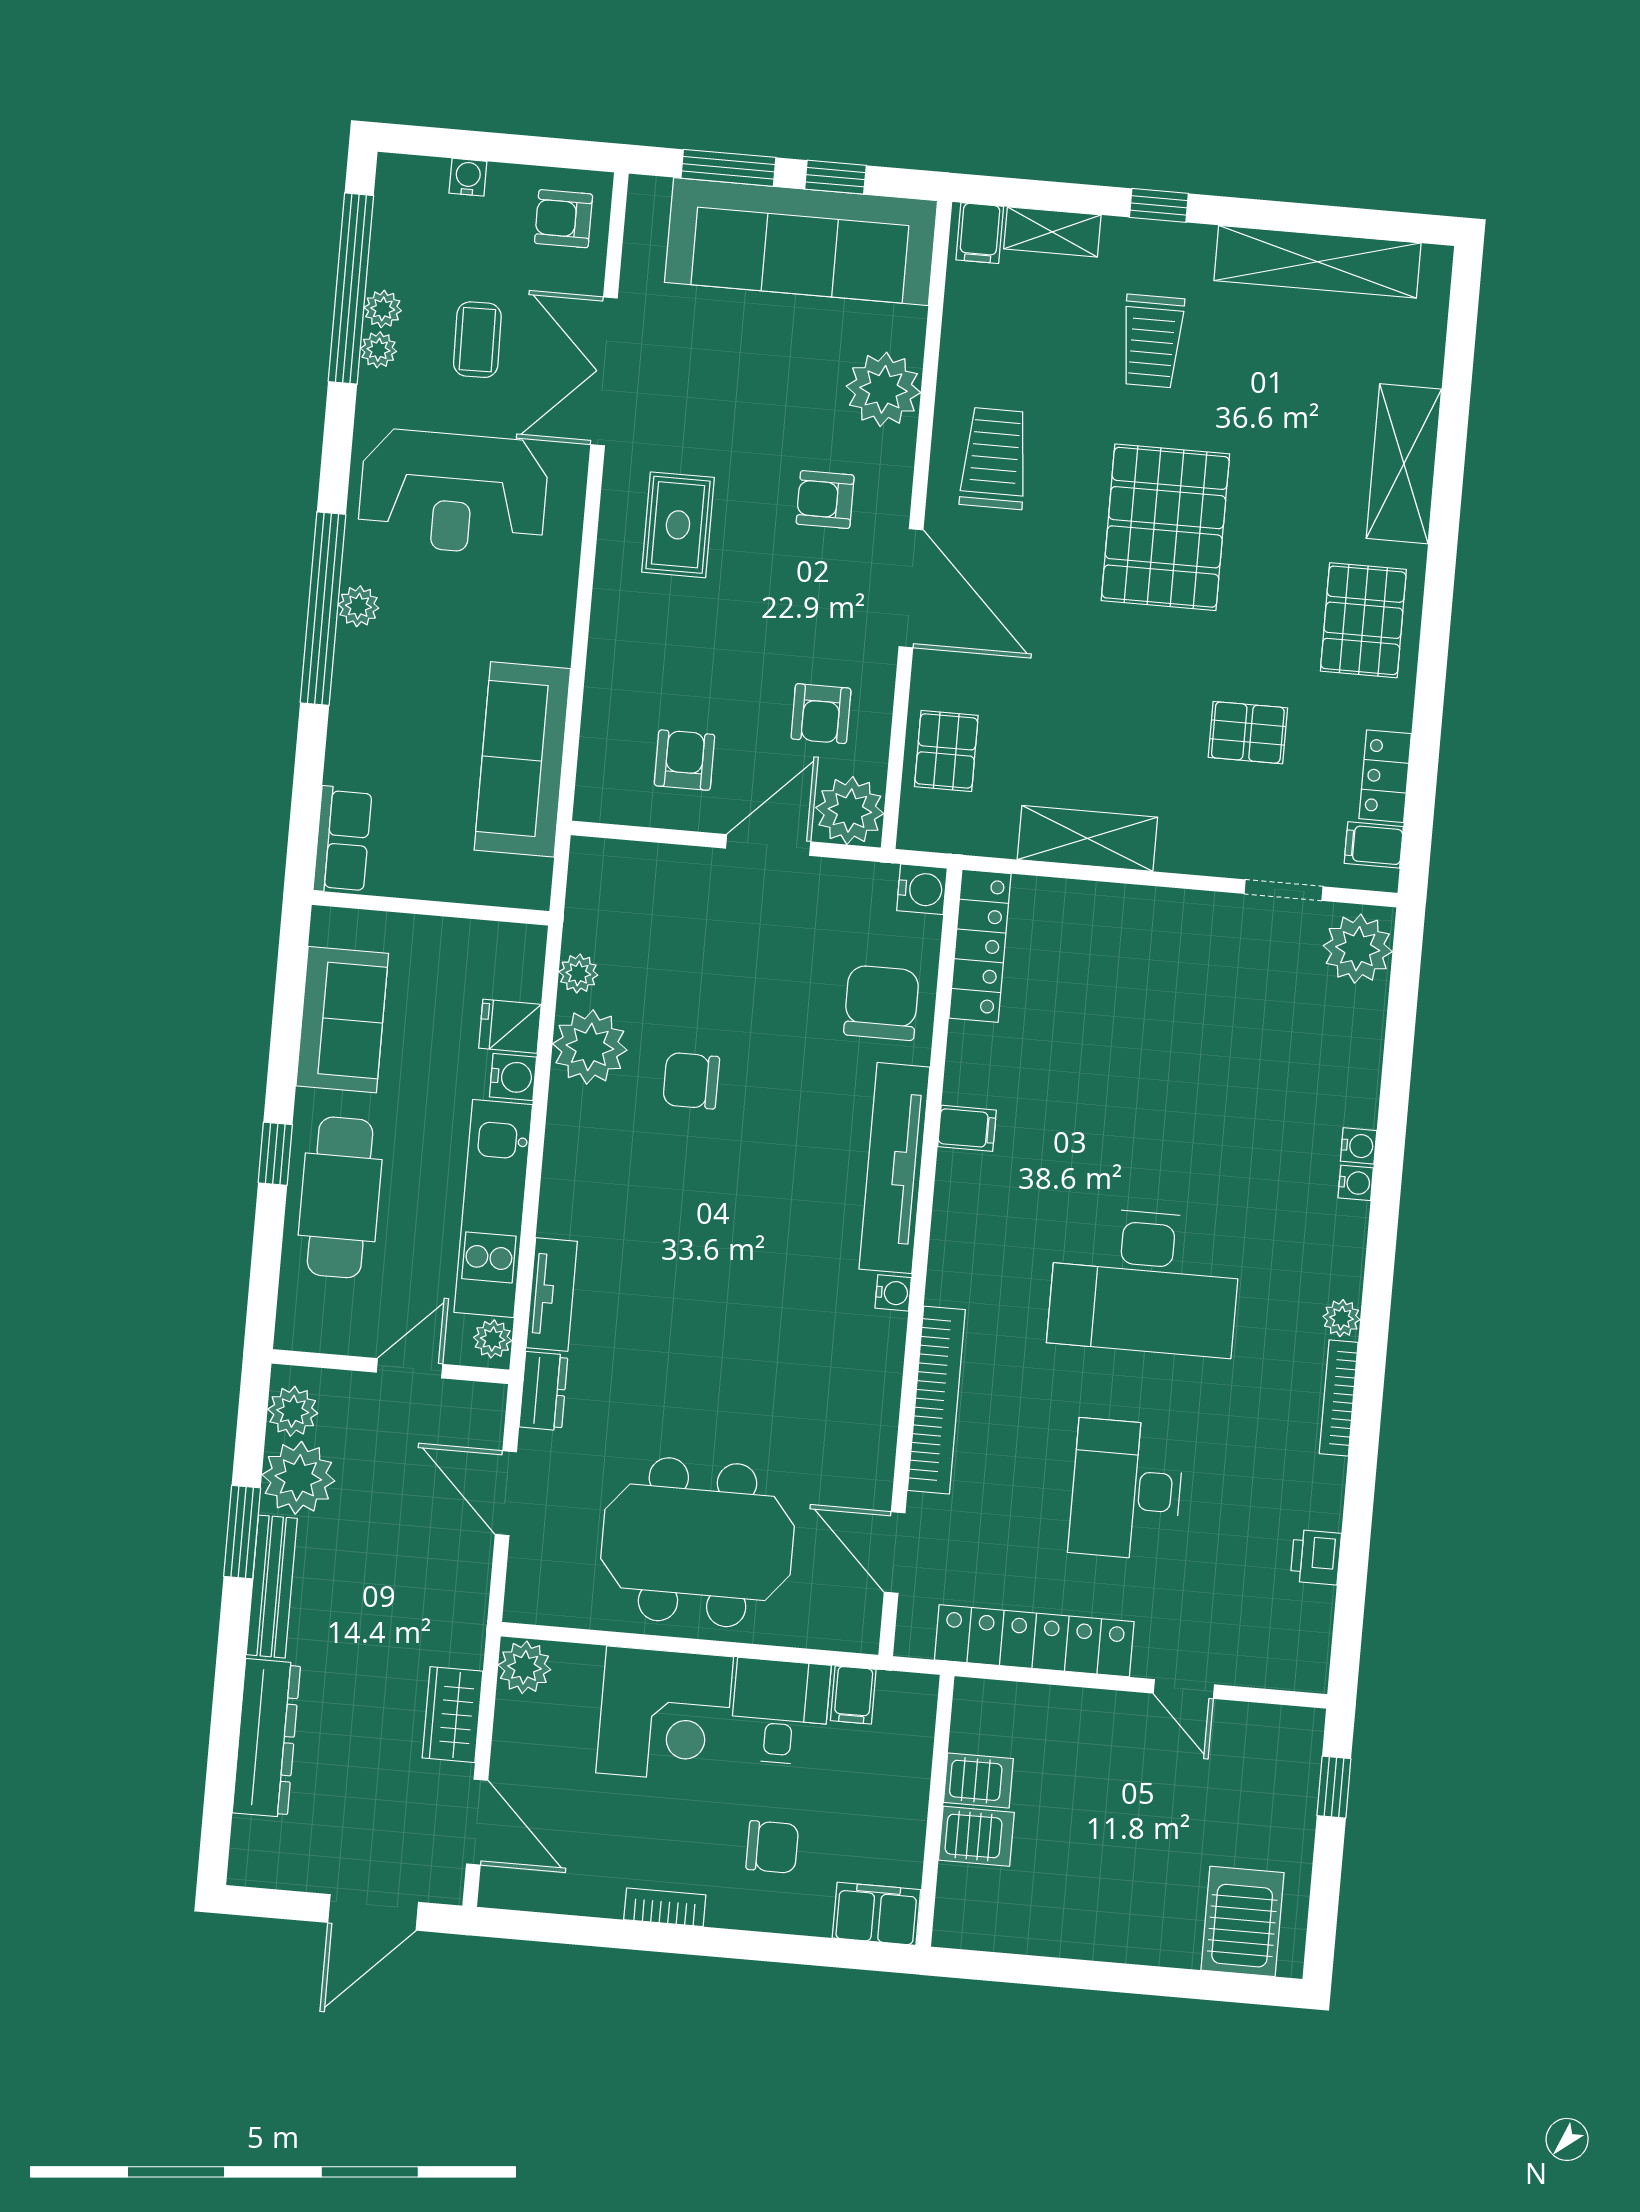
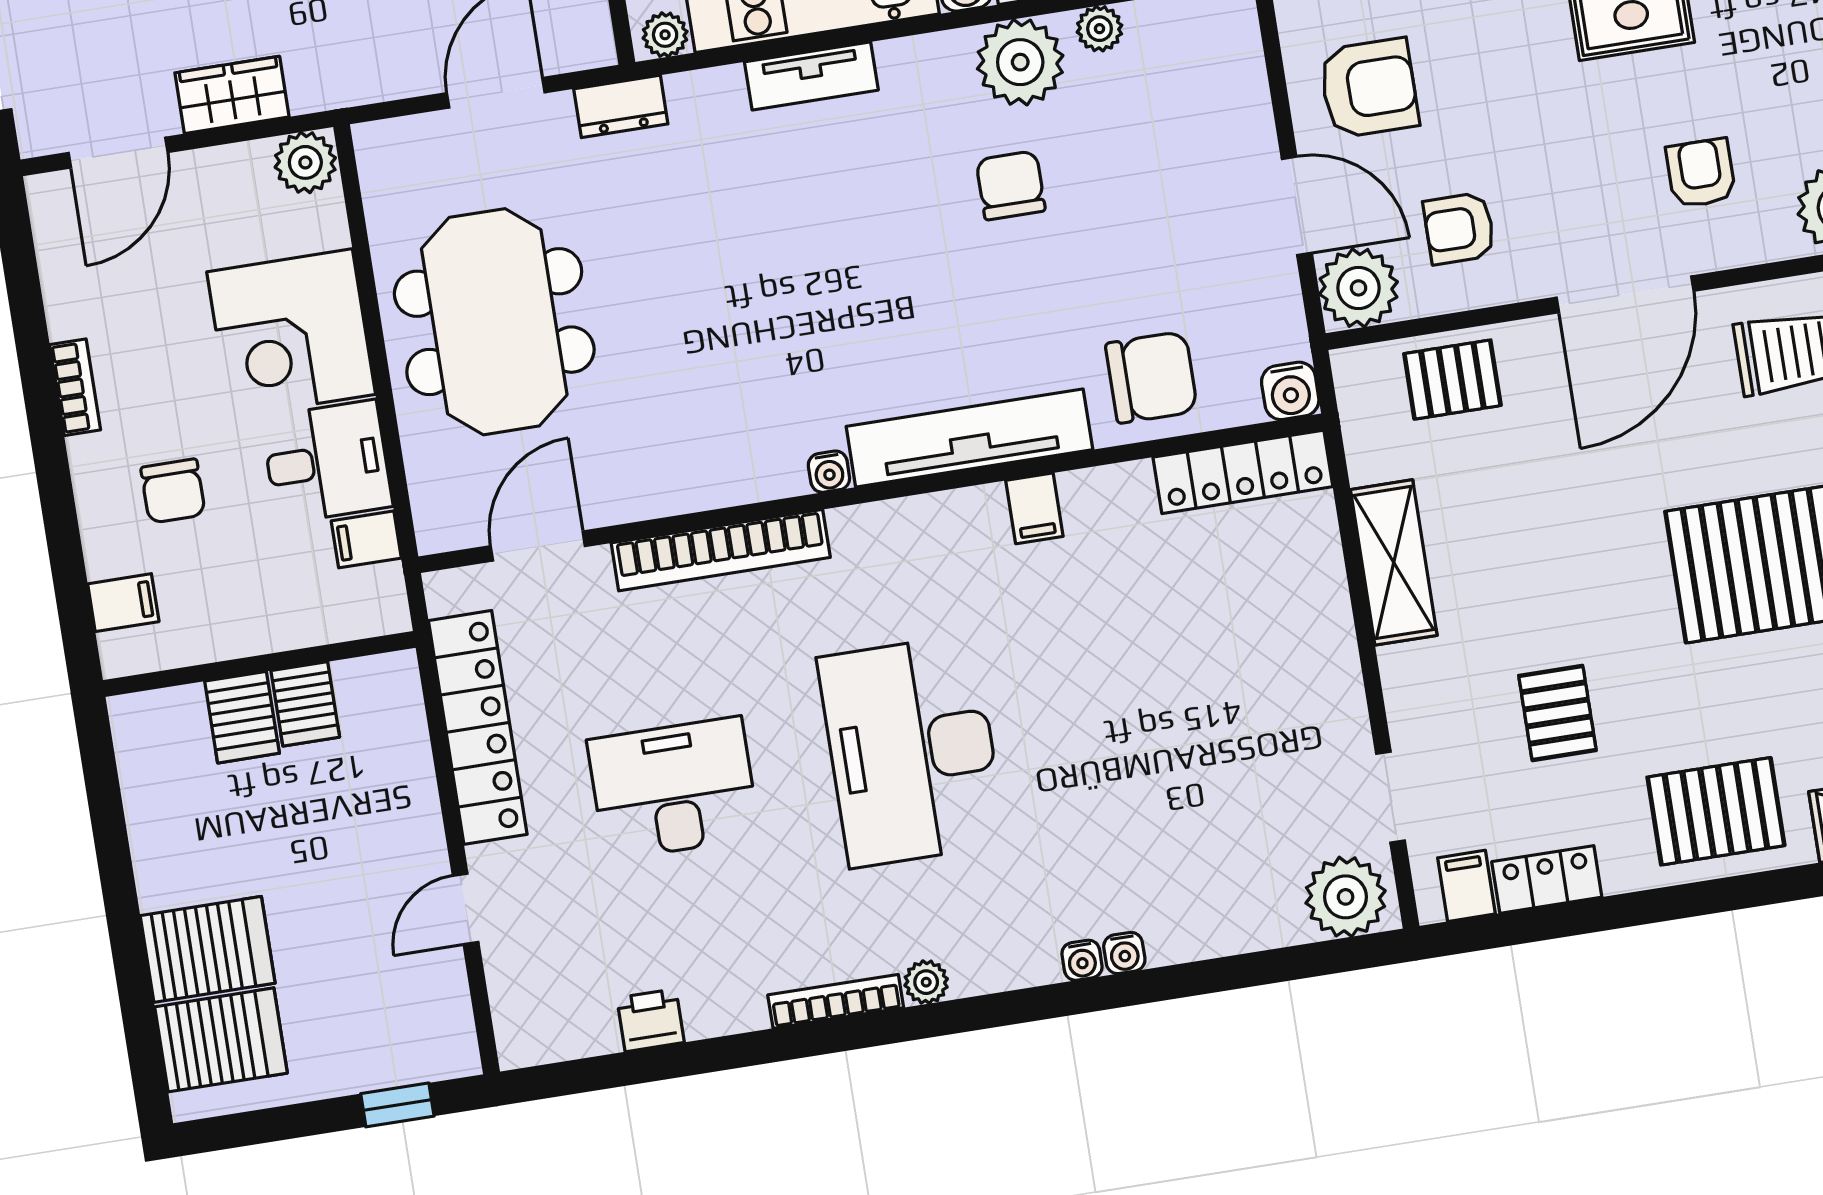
armchair: (685, 760) -> (1369, 88), width x1.38, depth x1.38
tv unit: (552, 1294) -> (811, 76), moved
filing cabinet: (876, 1914) -> (123, 603), width x0.50
server rack: (1164, 1914) -> (208, 949), added

